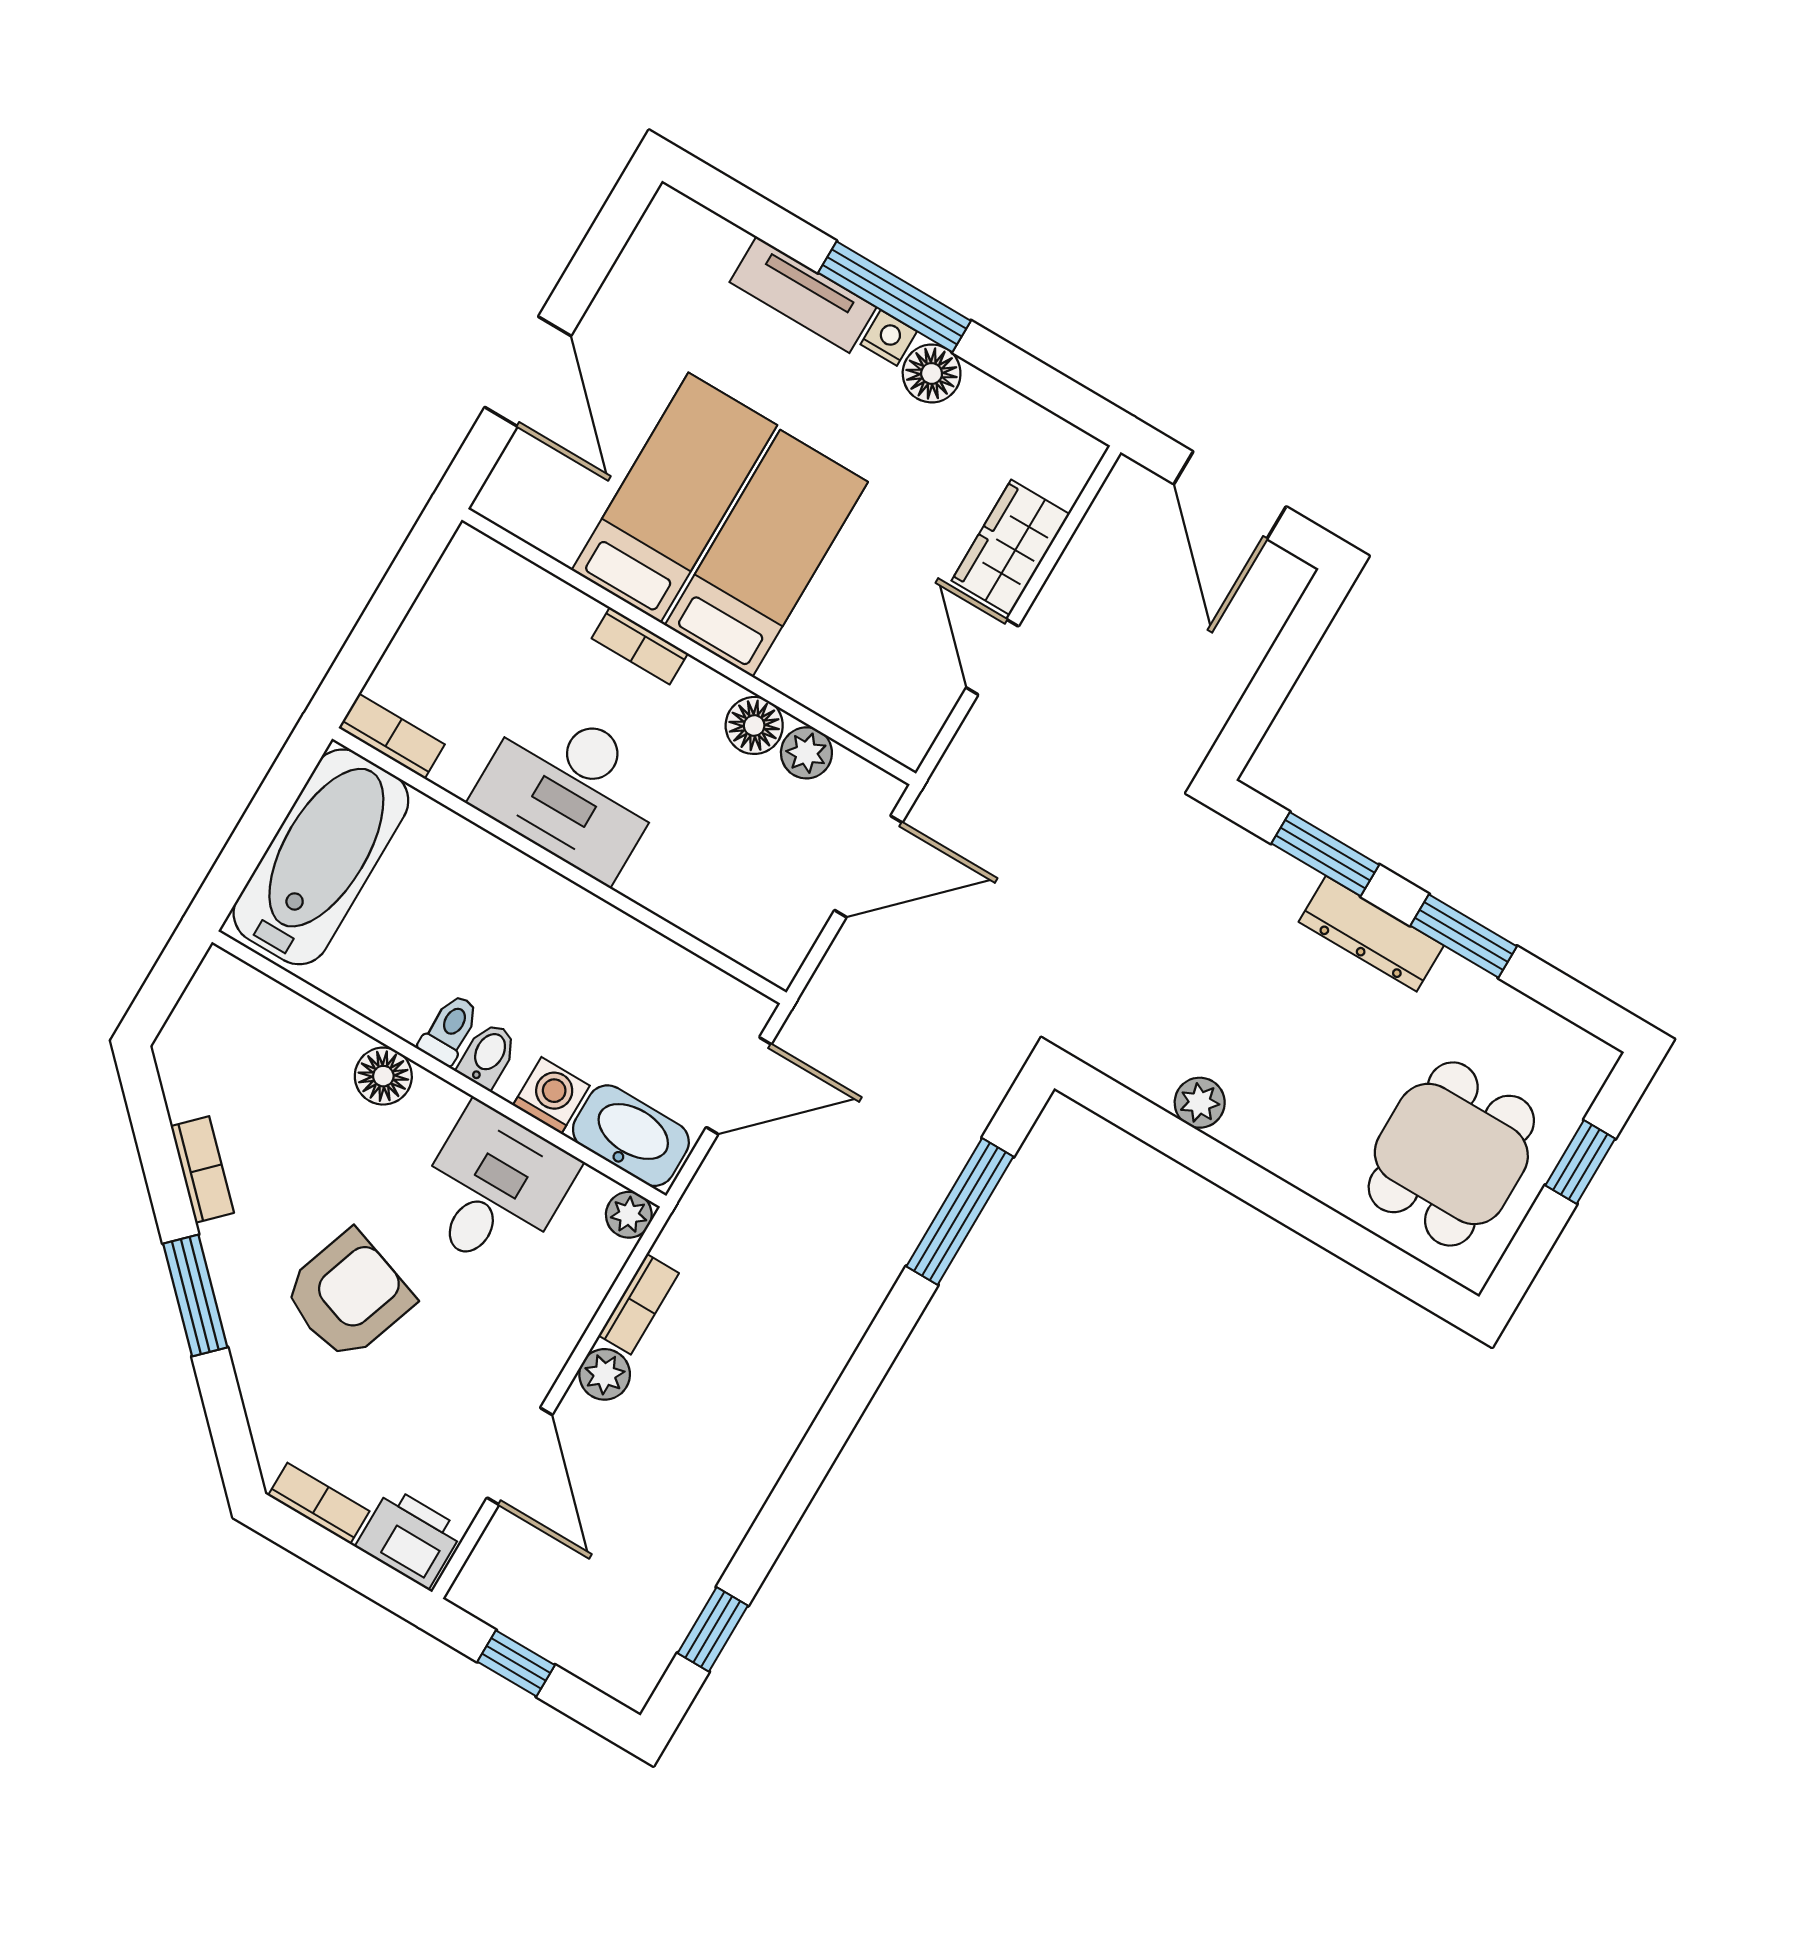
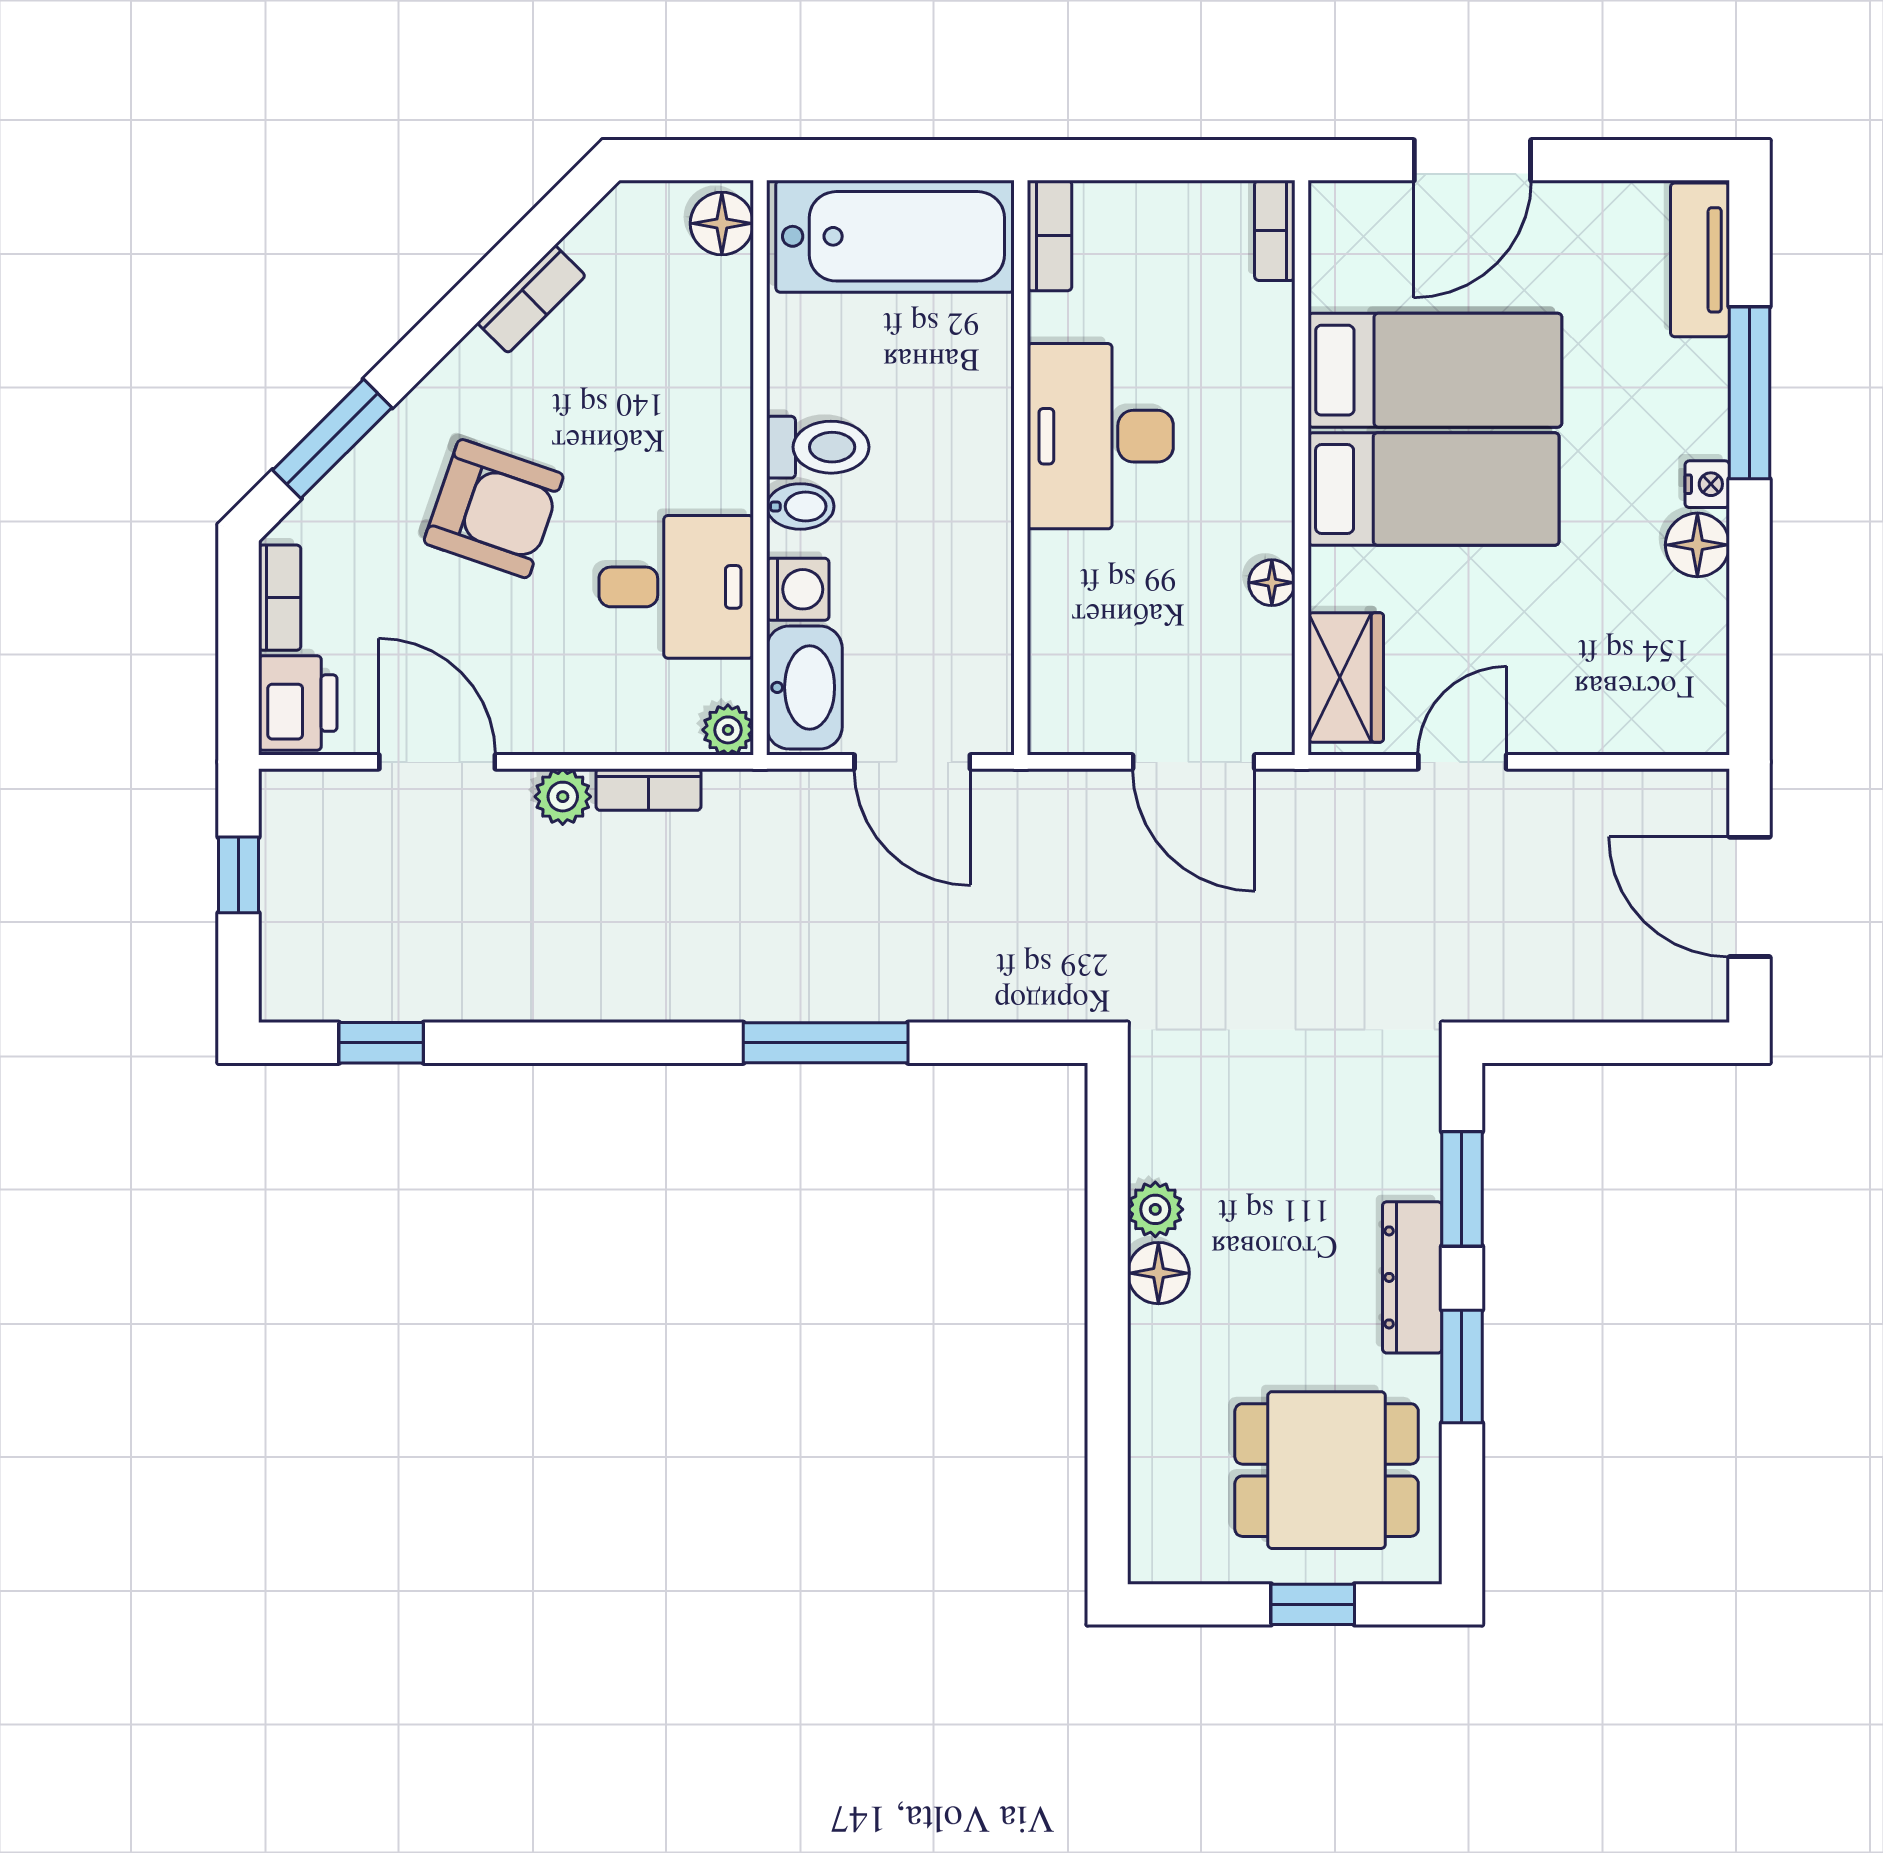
tv unit: (803, 295) -> (1700, 260), moved
window: (894, 297) -> (1749, 393), moved
door: (1230, 495) -> (1749, 897), hinge flipped
wardrobe: (1011, 547) -> (1346, 677), moved, turned 90
bookcase: (640, 646) -> (1275, 230), moved
floor lamp: (754, 725) -> (1272, 583), width x0.73, depth x0.73
plant: (806, 753) -> (1267, 639), removed
toilet: (450, 1029) -> (818, 447), width x1.37, depth x1.39
floor lamp: (383, 1076) -> (722, 223), moved
floor lamp: (1251, 1130) -> (1158, 1273), added
dining table: (1451, 1154) -> (1327, 1470), moved
window: (960, 1212) -> (826, 1043), moved
window: (195, 1295) -> (332, 439), moved
door: (520, 1456) -> (437, 762), swing flipped

